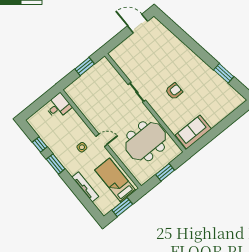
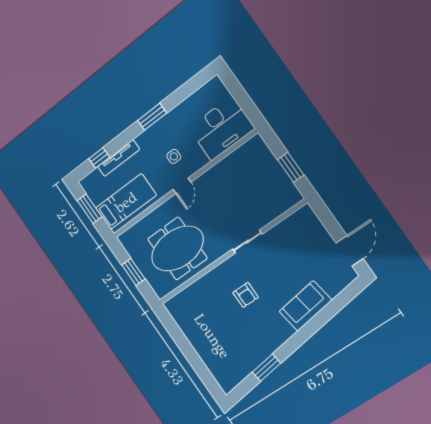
desk: (58, 106) -> (222, 128), width x1.87, depth x1.30
sofa: (193, 132) -> (305, 306), moved, turned -99
meeting table: (146, 141) -> (177, 249), turned 90
window: (40, 145) -> (99, 158), moved

